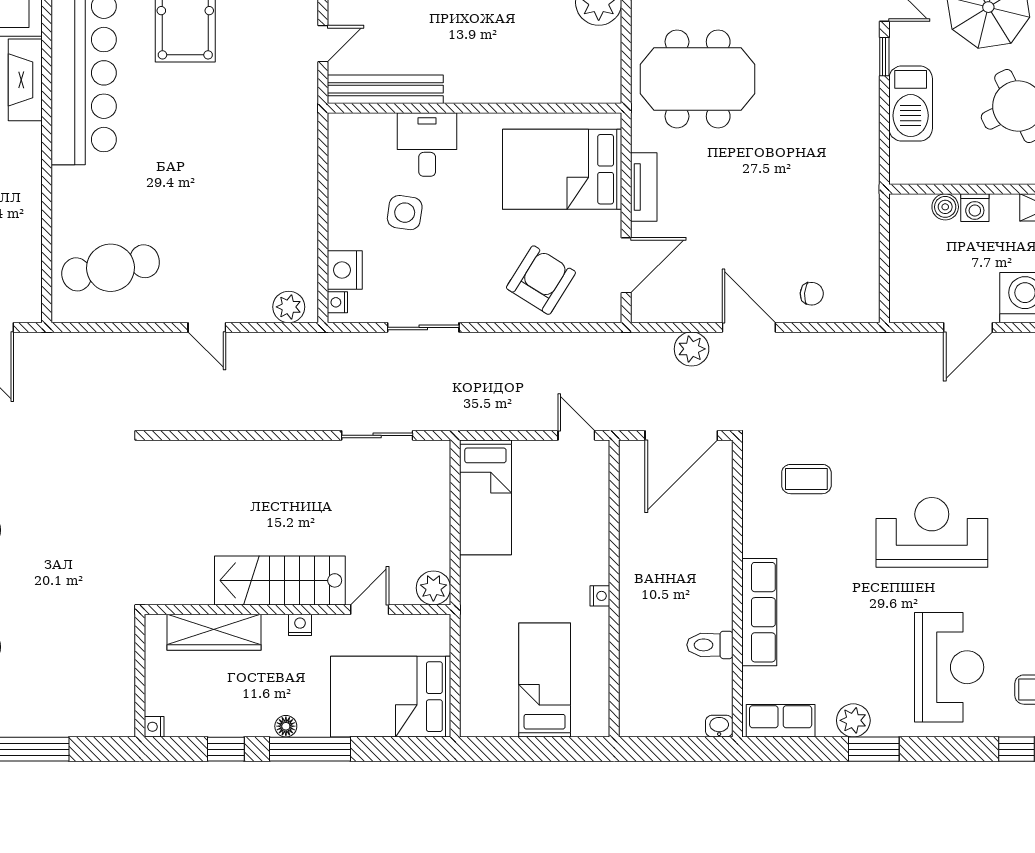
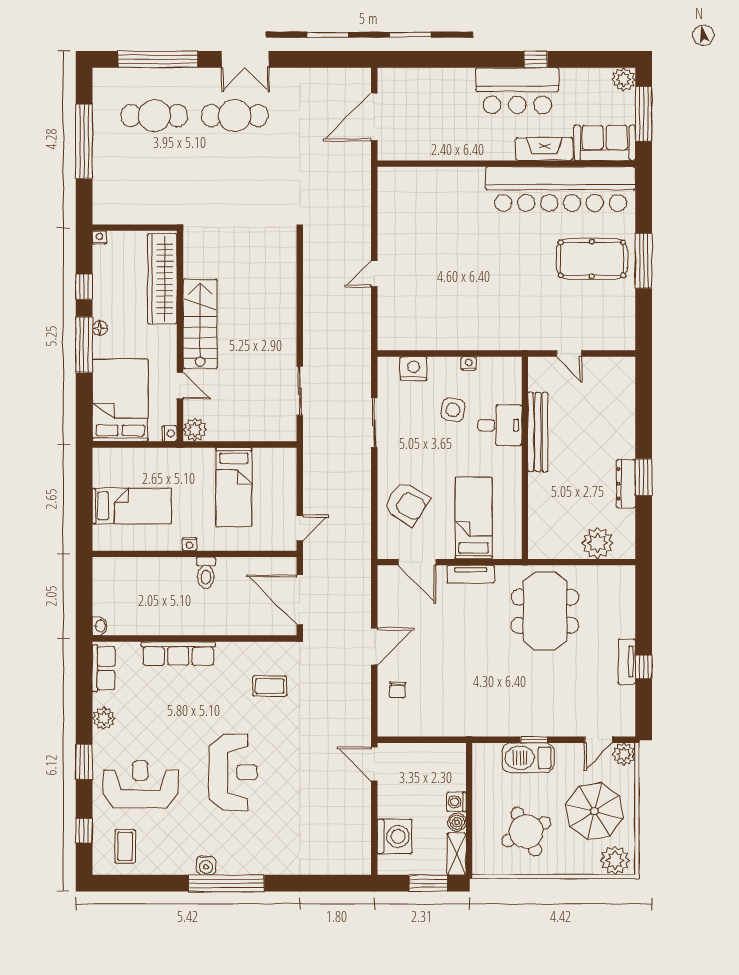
window: (884, 57) -> (534, 740), moved
bench: (385, 89) -> (538, 432), moved
bed: (562, 169) -> (474, 518), width x0.67
boiler: (945, 207) -> (457, 822), moved
cafe table: (111, 268) -> (415, 208), removed
nightstand: (337, 302) -> (469, 364), moved
plant: (289, 307) -> (388, 330), removed
door: (968, 327) -> (374, 764), moved
plant: (692, 349) -> (359, 607), removed
coffee table: (806, 479) -> (270, 686), turned 90
bed: (485, 497) -> (234, 487), moved, turned -90
nightstand: (300, 625) -> (170, 433), moved
wardrobe: (214, 632) -> (162, 279), width x1.40, depth x1.17
toilet: (710, 645) -> (206, 573), moved, turned 180
reception desk: (949, 667) -> (140, 784), turned 180
window: (874, 749) -> (84, 762), moved

